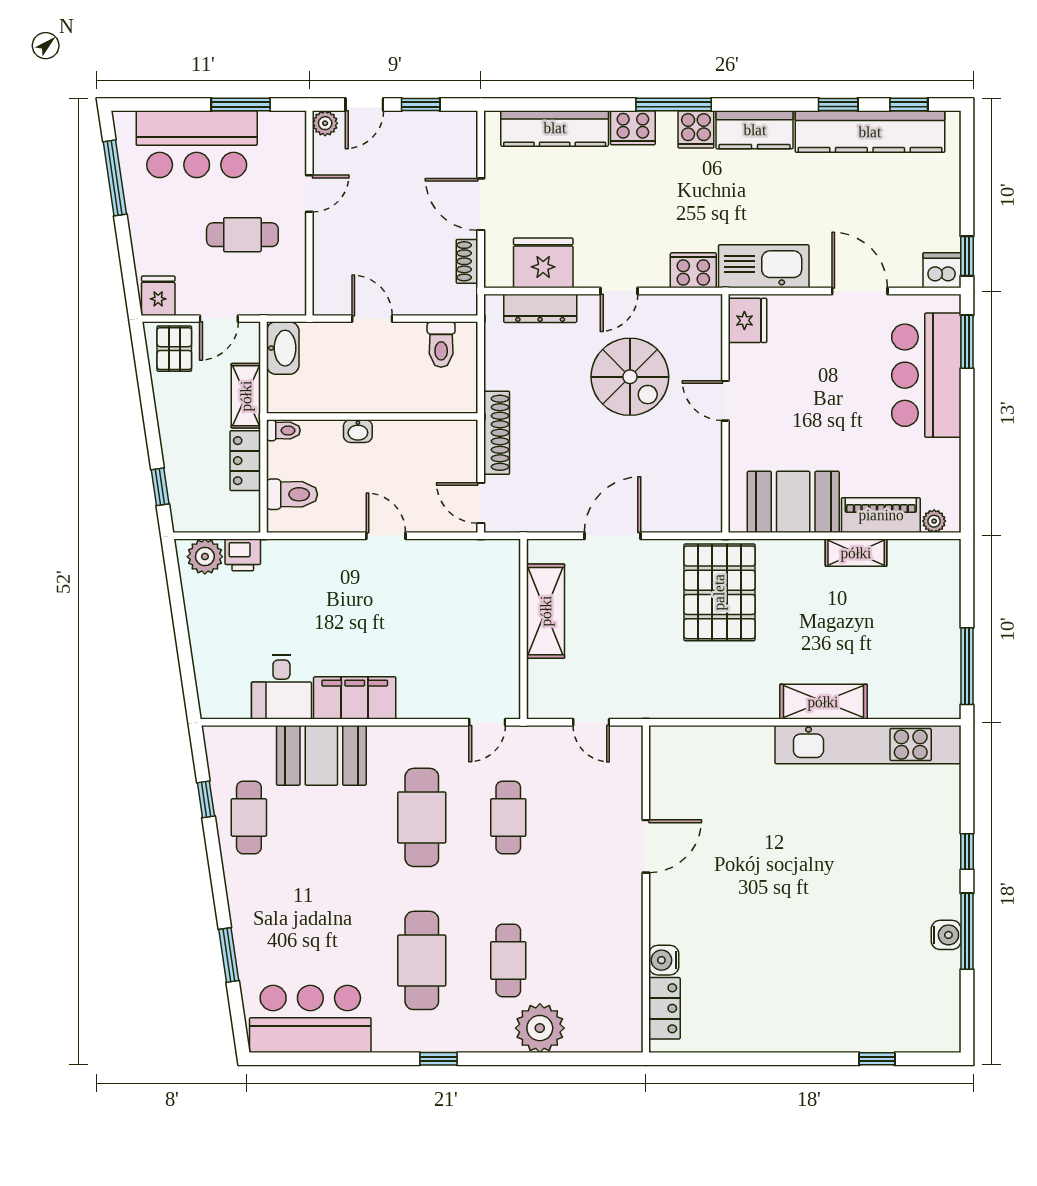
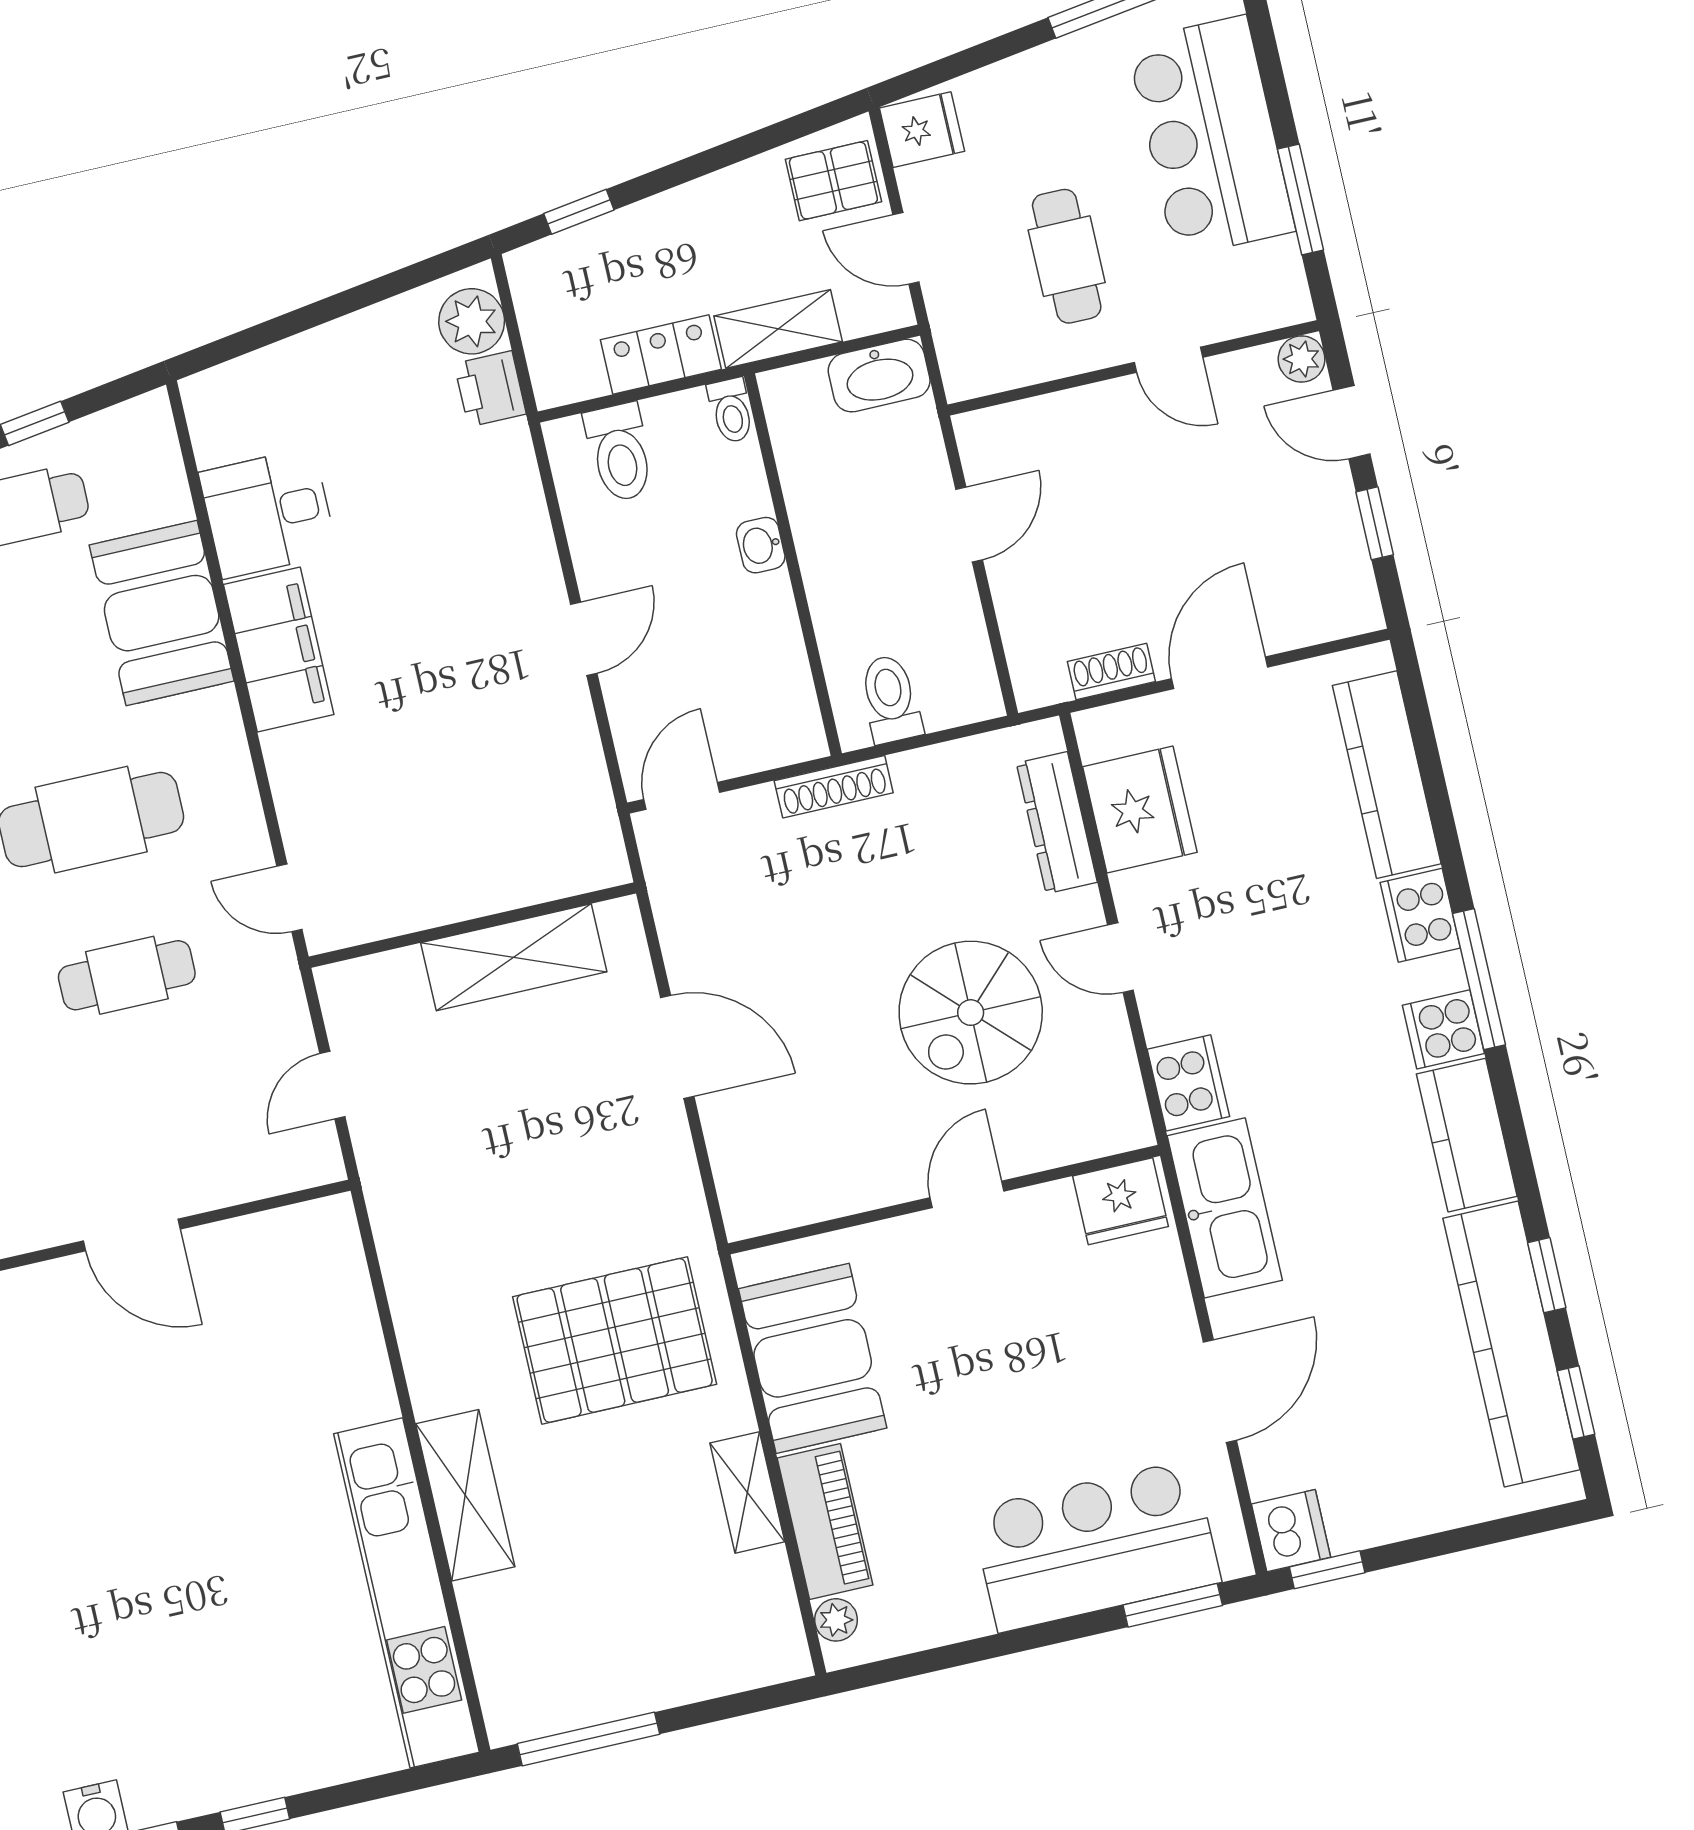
toilet: (441, 344) -> (891, 699), moved, turned 90
shoe rack: (497, 433) -> (834, 787), width x0.74, depth x0.81
pallet: (719, 592) -> (615, 1340), moved

